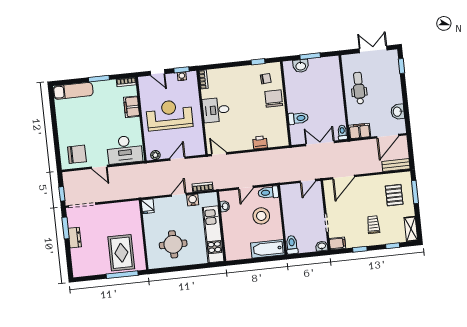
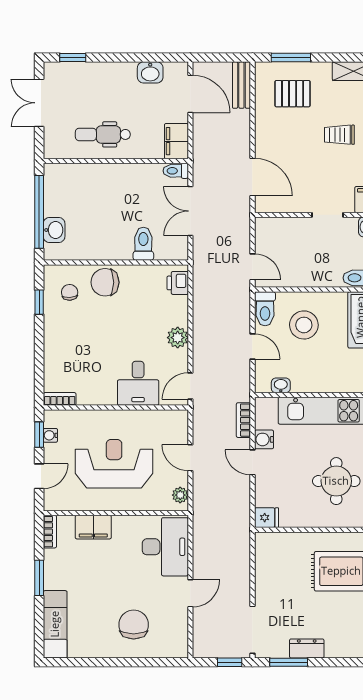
window: (310, 56) -> (39, 212), width x2.11
desk: (216, 110) -> (138, 383), moved
reception desk: (169, 115) -> (114, 464), turned 90
printer: (260, 142) -> (178, 283), moved
plant: (246, 144) -> (178, 338), added
chair: (77, 154) -> (134, 625), moved
door: (308, 181) -> (252, 267), moved

